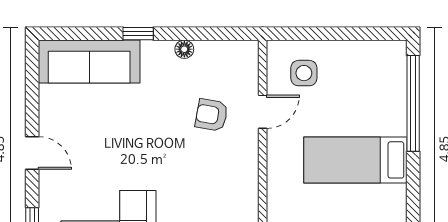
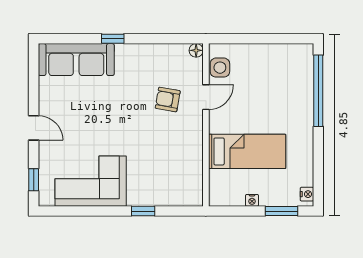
floor lamp: (184, 49) -> (196, 50), moved
side table: (304, 73) -> (220, 68), moved
bed: (355, 160) -> (247, 151), moved, turned 180

